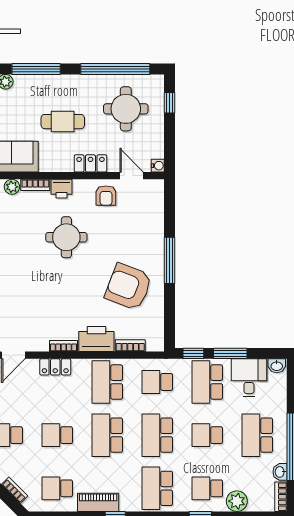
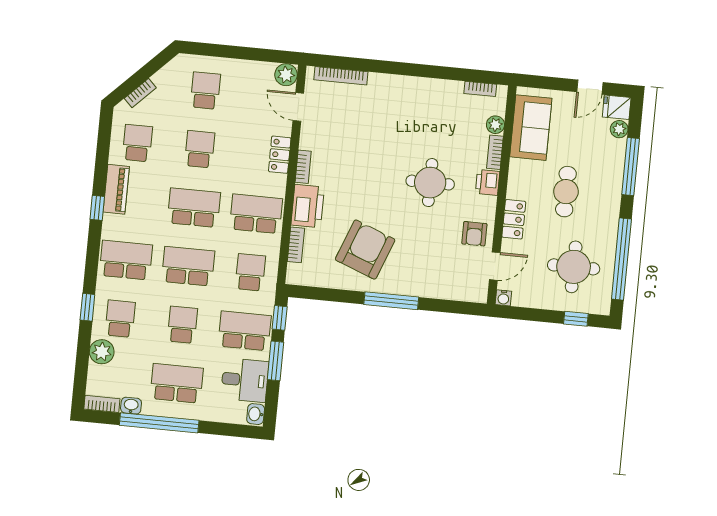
armchair: (106, 196) -> (474, 234), turned -90

